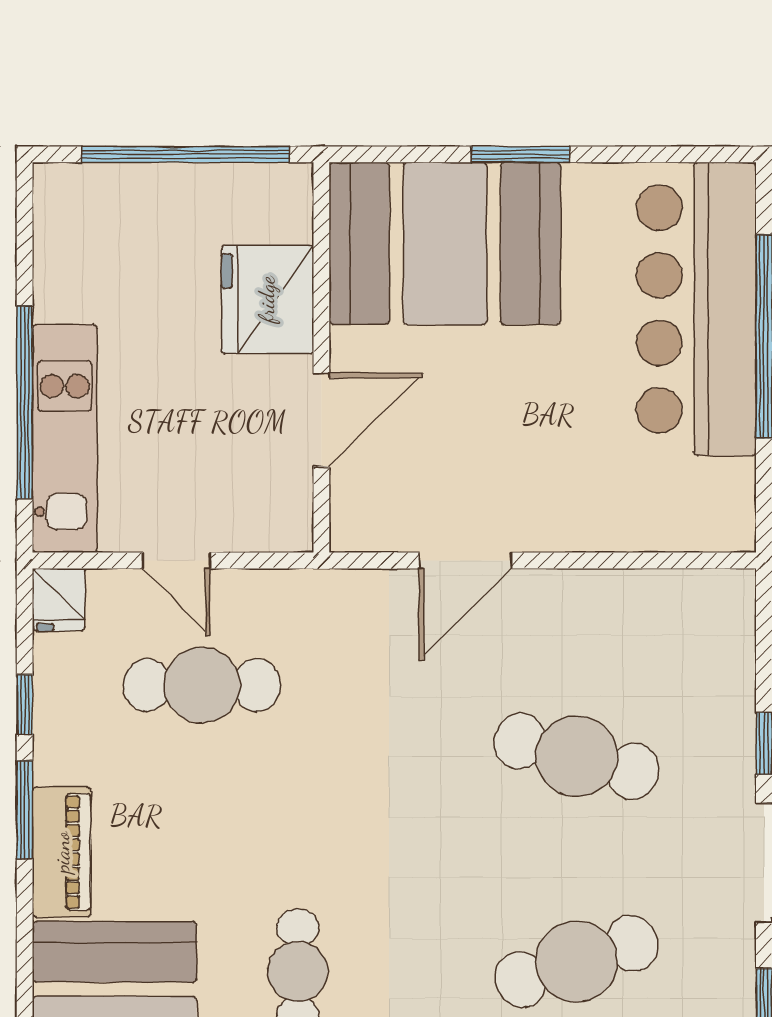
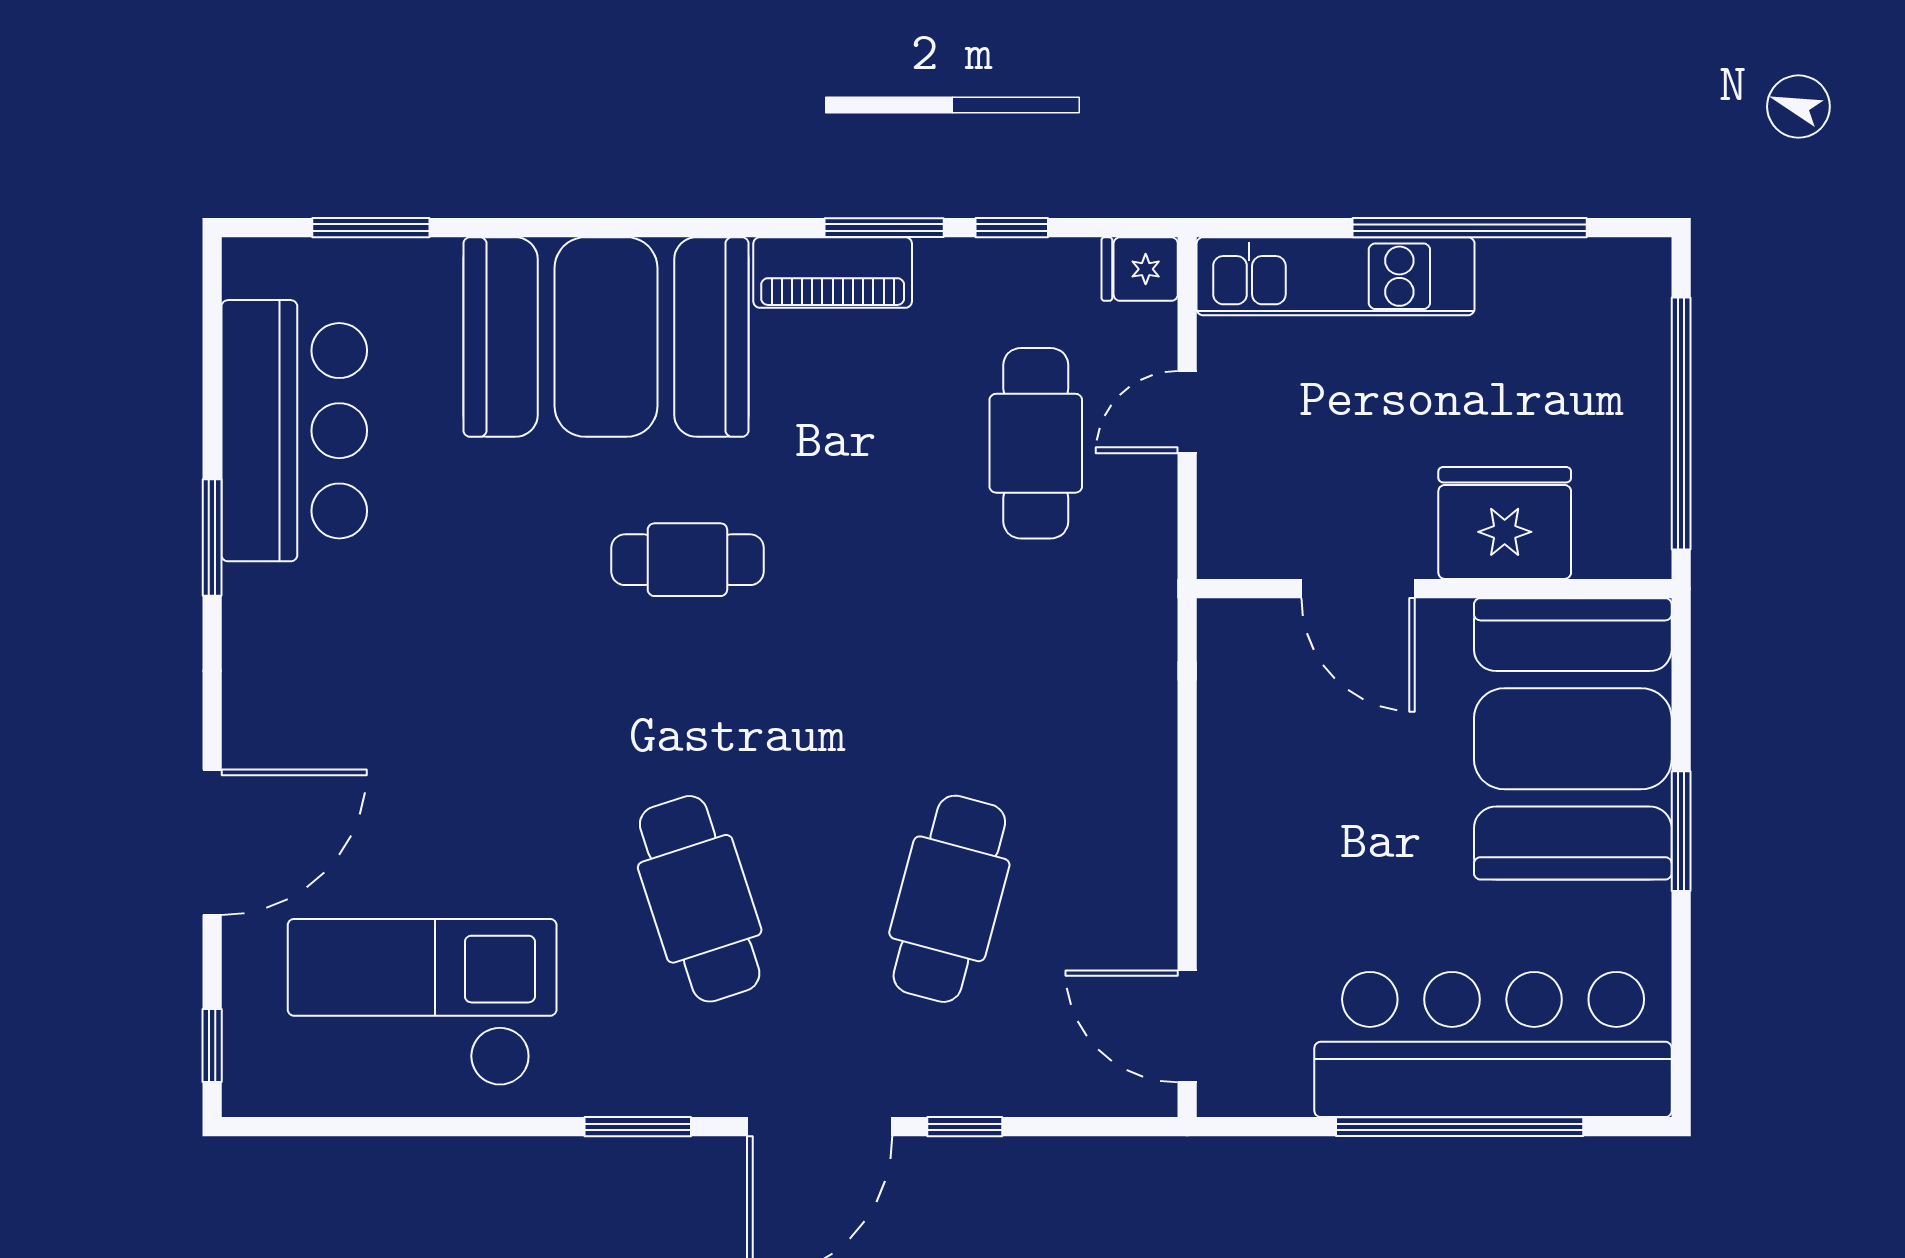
window: (25, 402) -> (1470, 228), moved
door: (465, 560) -> (1187, 1026), moved

